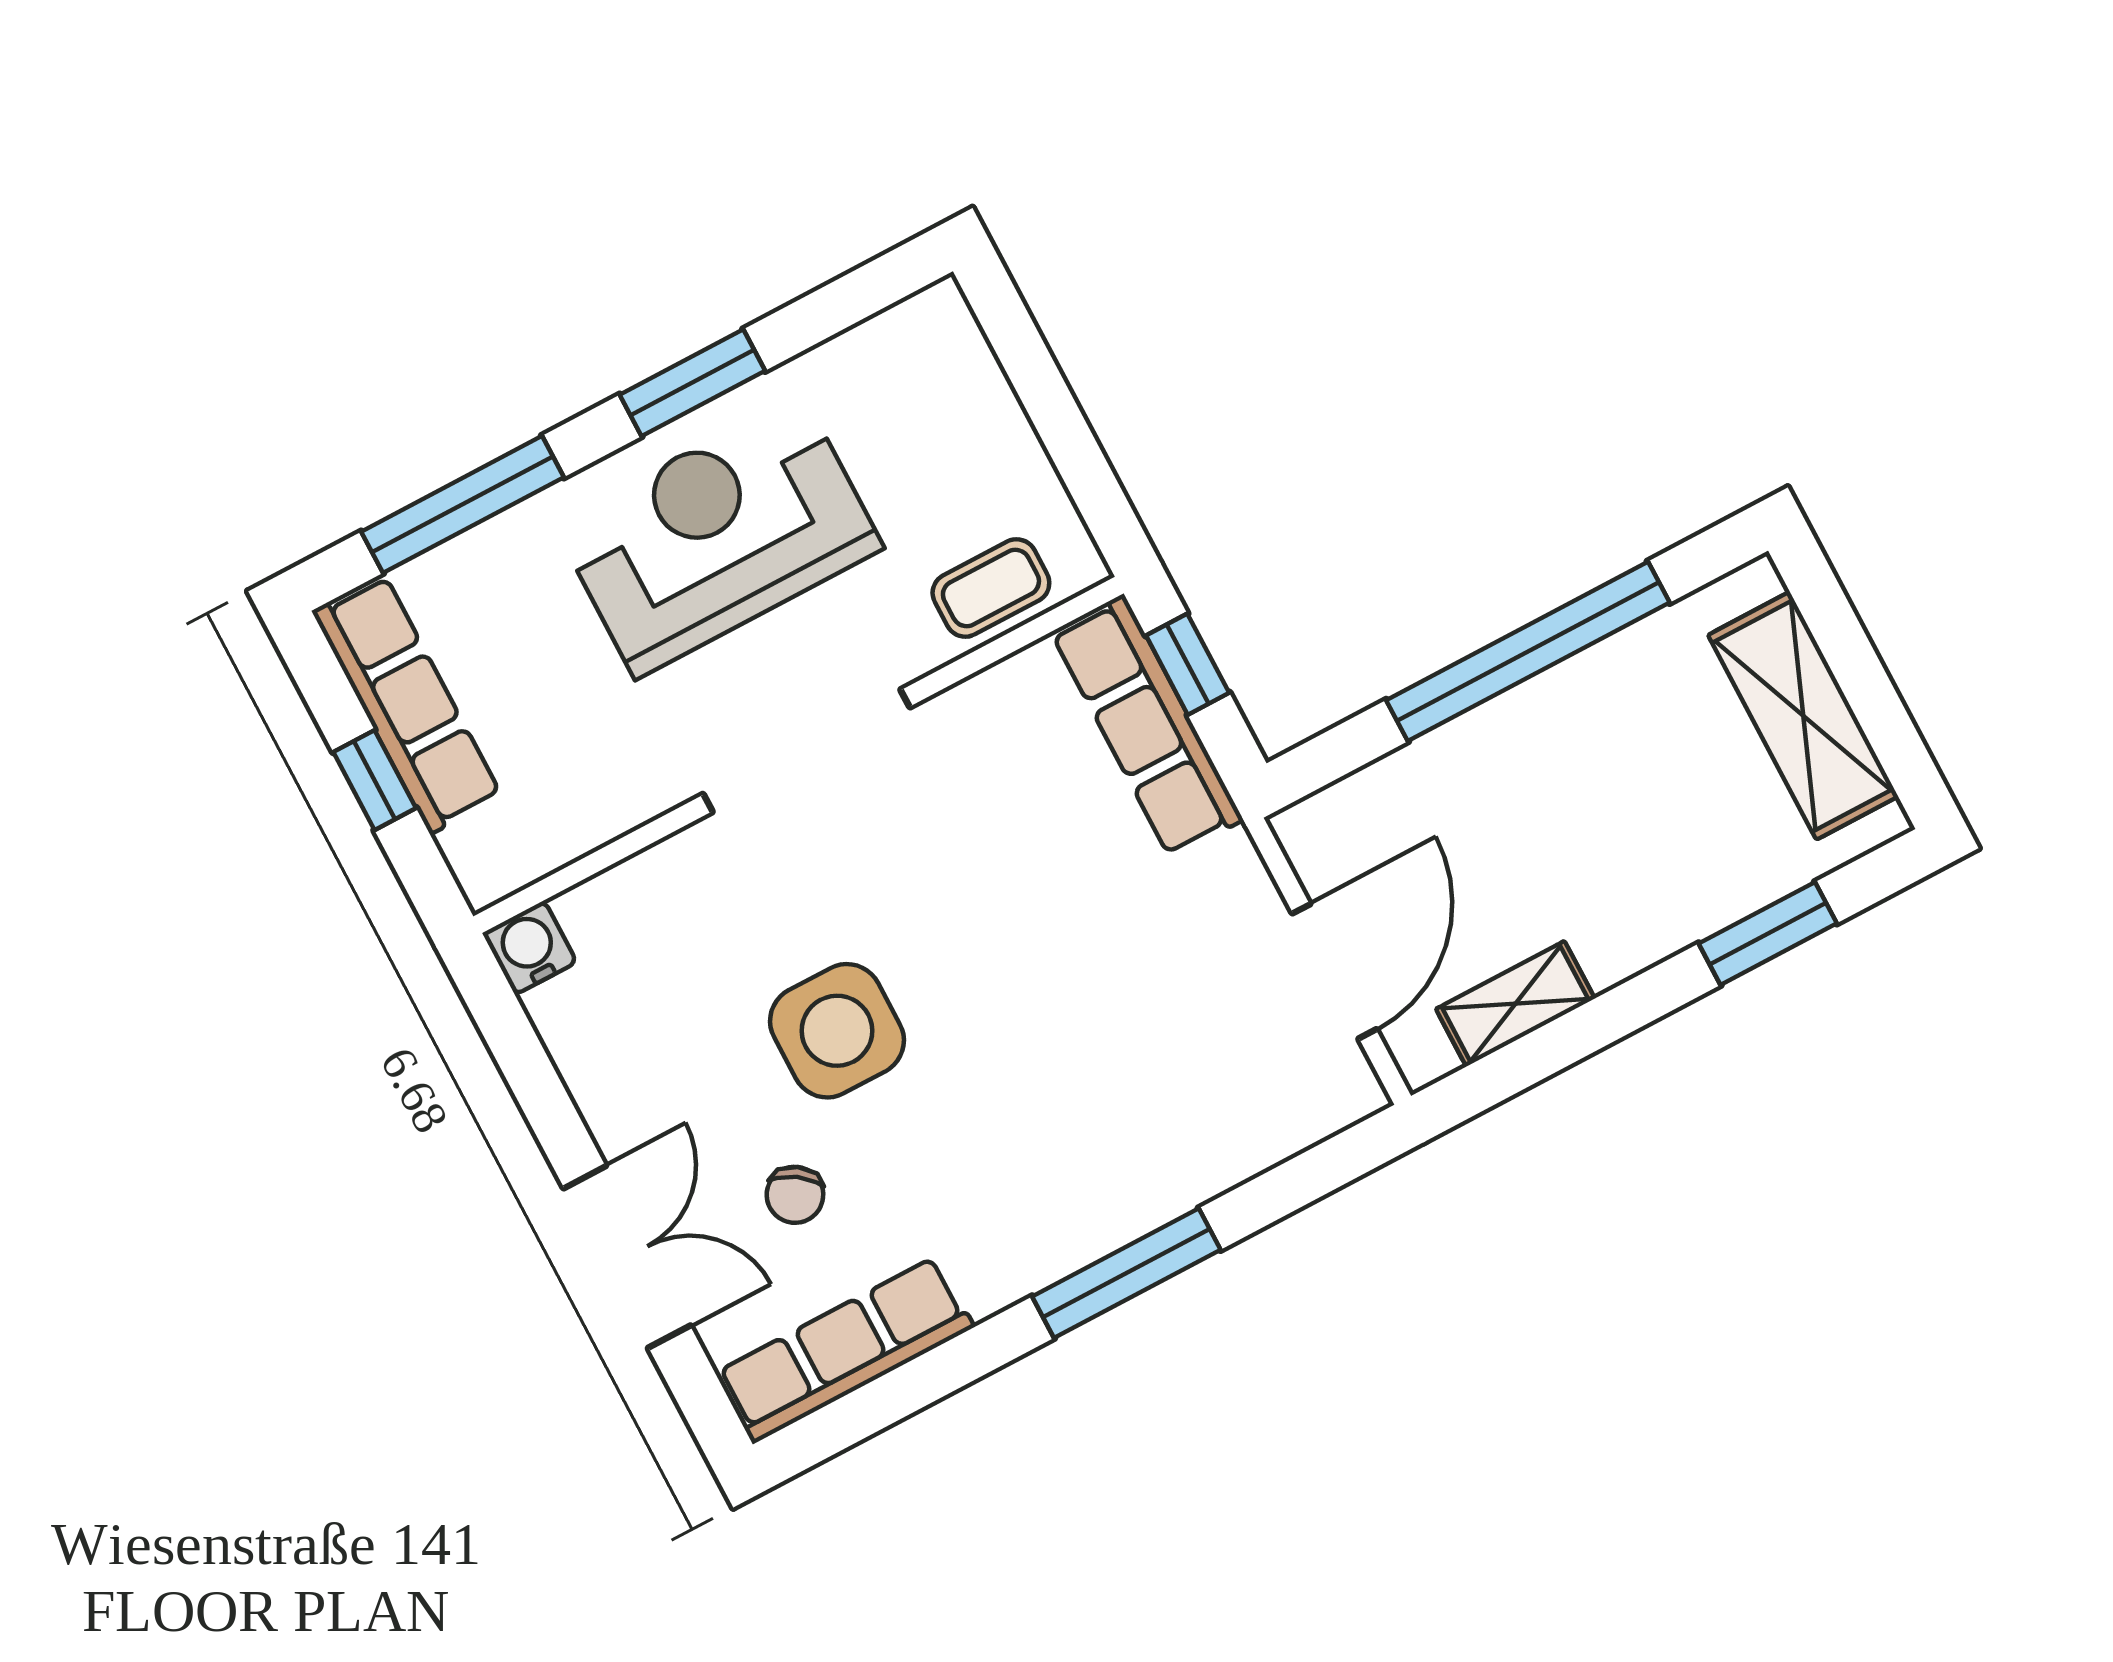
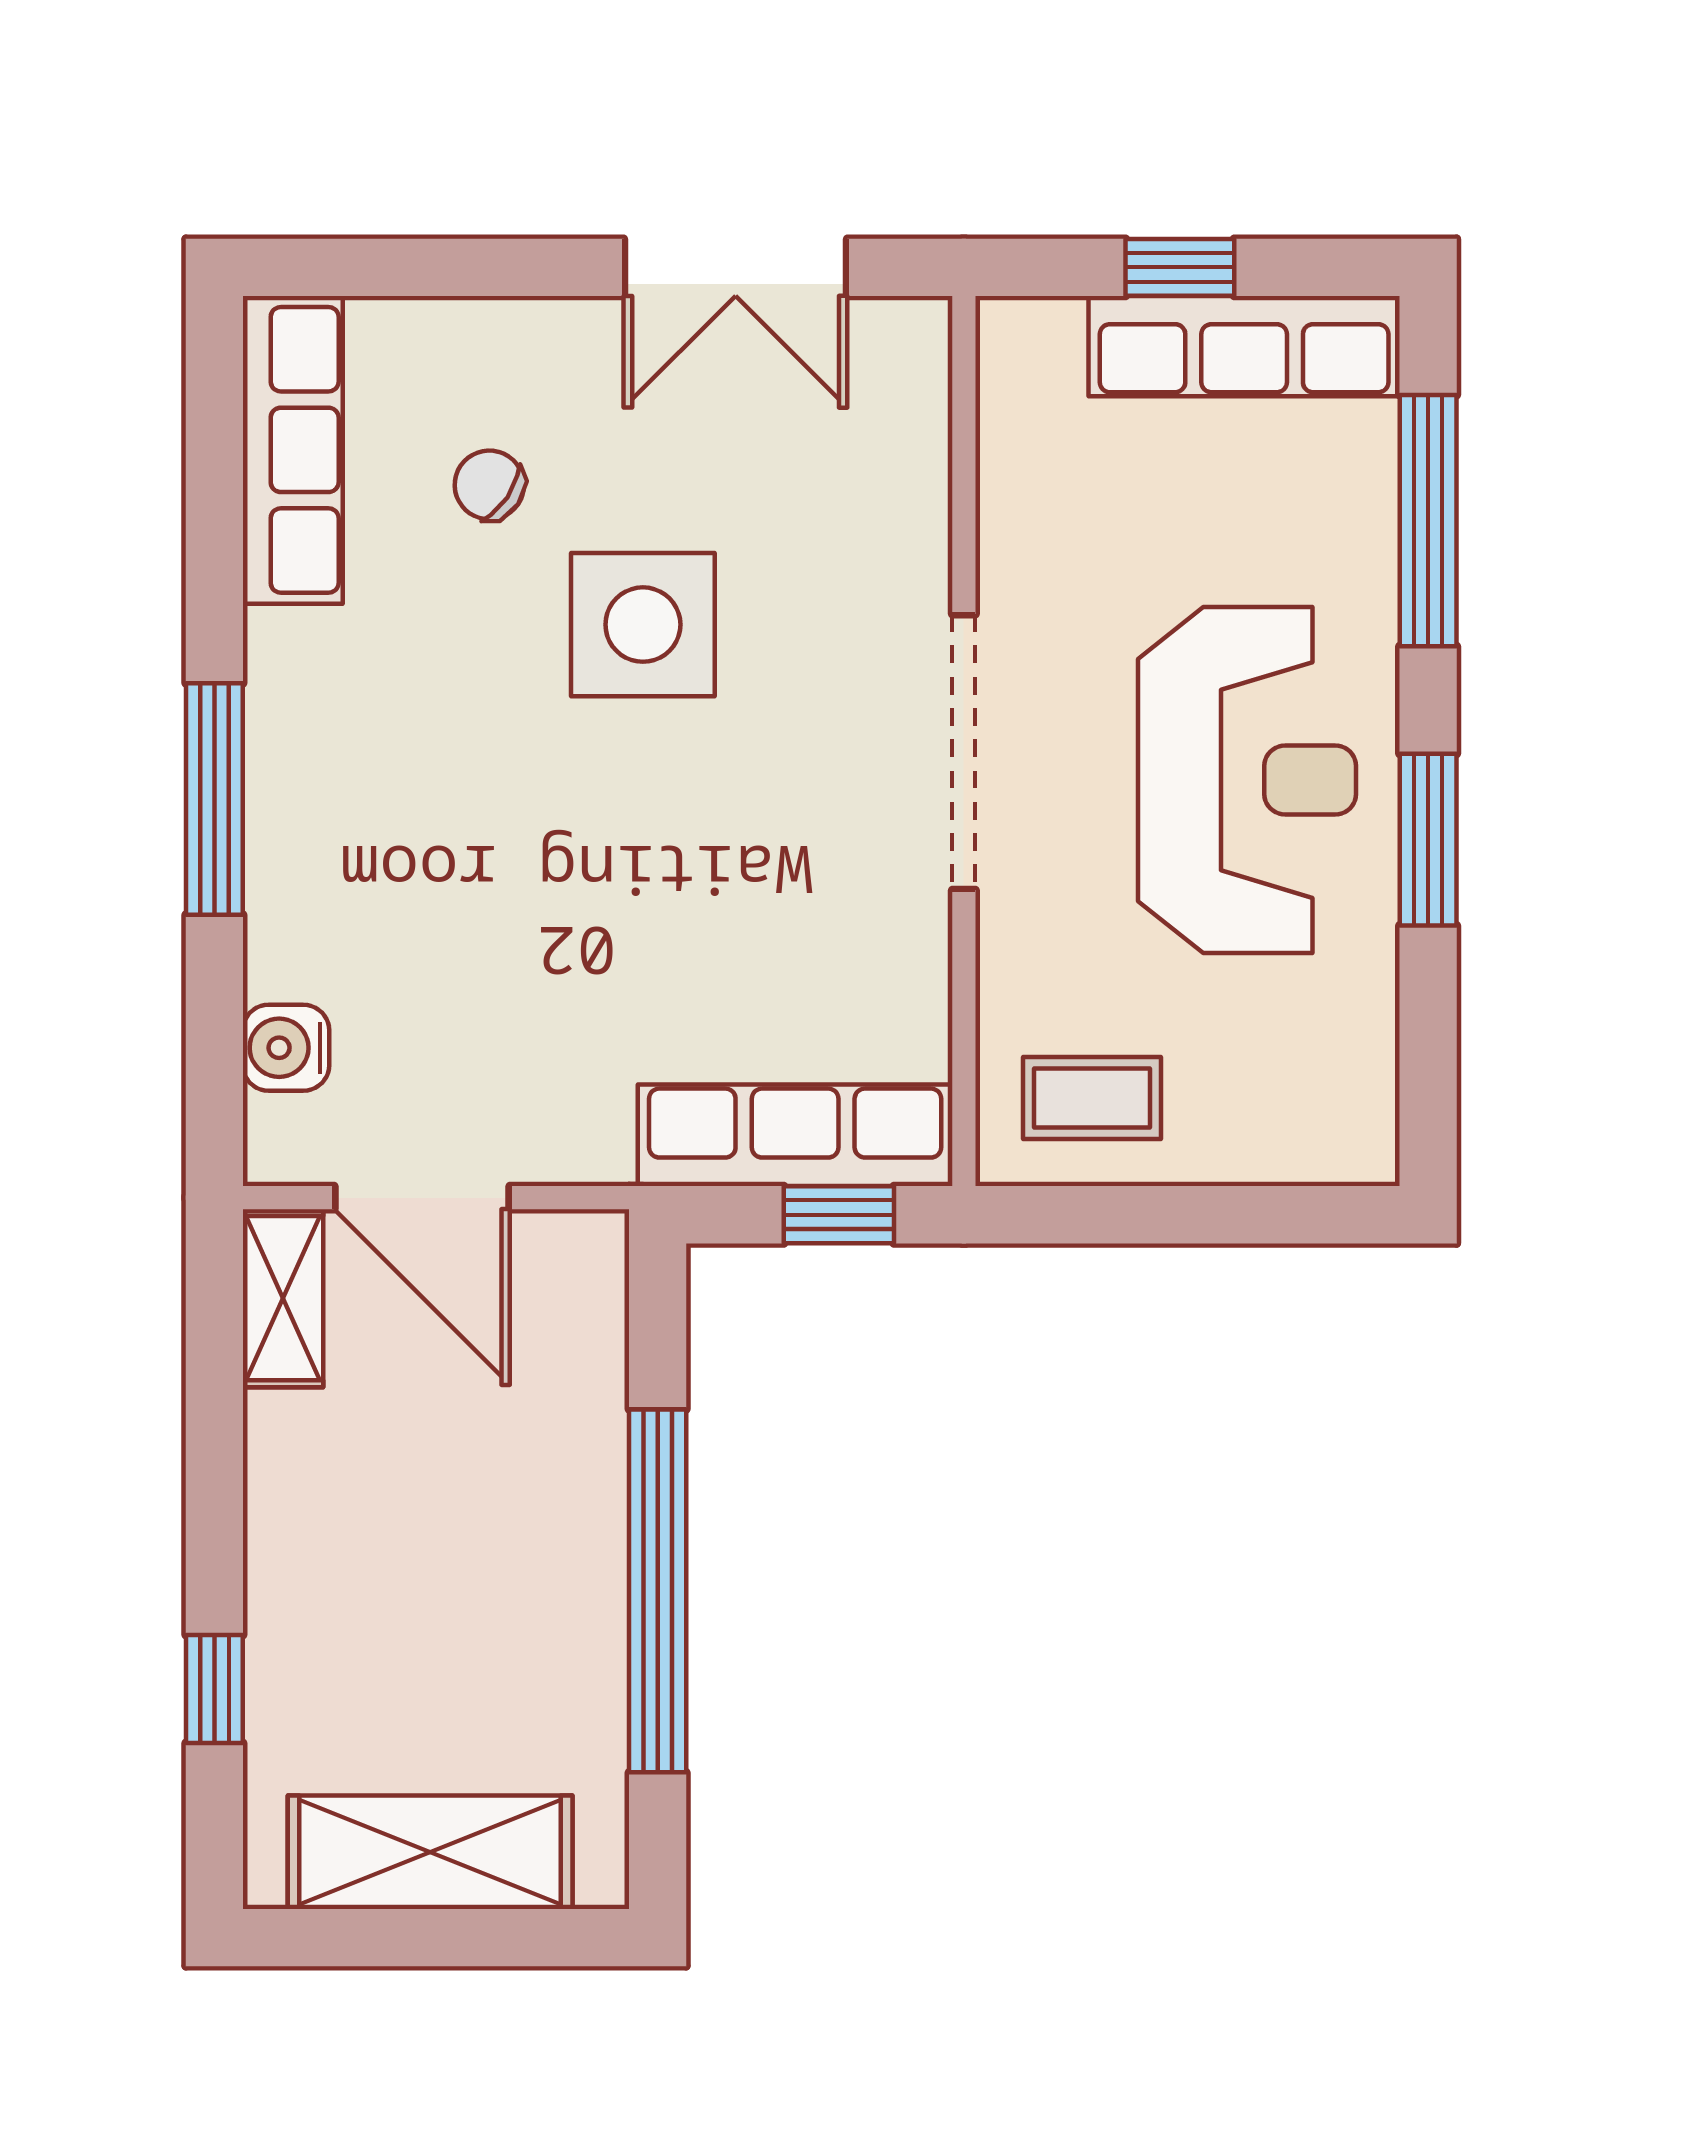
coffee table: (991, 588) -> (1092, 1098), moved, turned 90
window: (1768, 933) -> (214, 1689), width x0.67
water cooler: (529, 948) -> (286, 1048), moved, turned 180
shelving: (1515, 1004) -> (283, 1298), moved
double door: (627, 1257) -> (736, 267), moved

